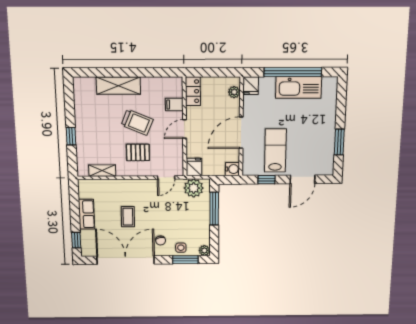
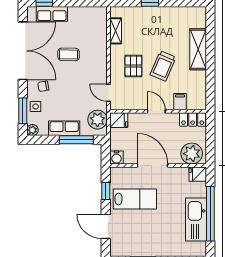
plant: (234, 92) -> (192, 154), width x1.87, depth x1.87
row of seats: (87, 214) -> (52, 14), moved
row of seats: (203, 220) -> (64, 128), added

